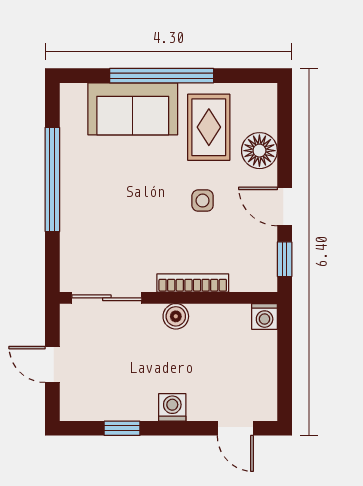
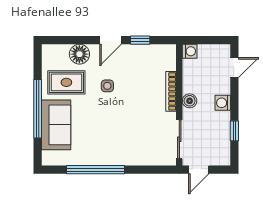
bookcase: (193, 283) -> (171, 91), moved
sliding door: (107, 298) -> (179, 139), moved
wall: (168, 298) -> (179, 105), moved
boiler: (176, 316) -> (190, 101), moved
washing machine: (265, 316) -> (190, 51), moved

